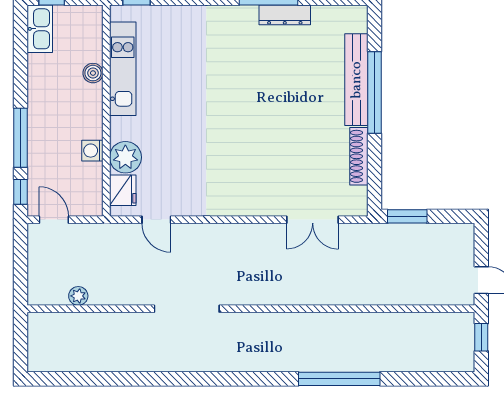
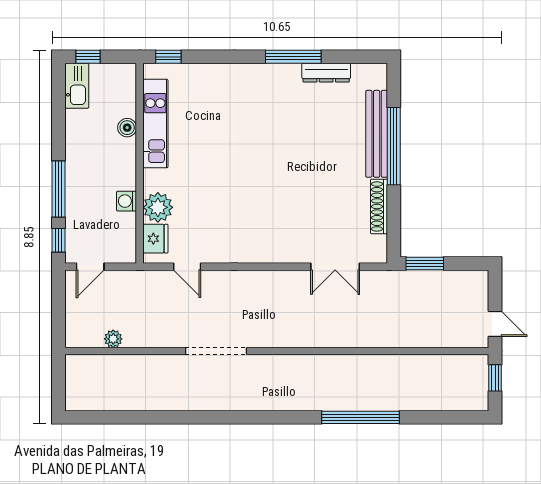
dresser: (285, 15) -> (326, 73), moved
door: (54, 220) -> (90, 267), swing flipped

